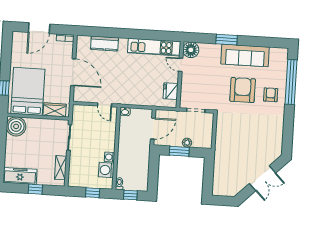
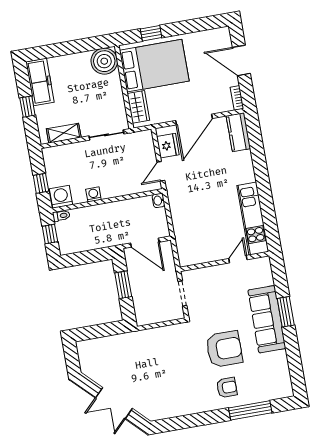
kitchen counter: (105, 44) -> (238, 132), moved
floor lamp: (191, 50) -> (261, 268), removed
sofa: (245, 55) -> (267, 319), moved
window: (291, 82) -> (250, 410), width x0.68
fridge: (171, 91) -> (168, 146), moved, turned 90
plant: (187, 143) -> (137, 292), removed
washing machine: (106, 170) -> (61, 197), moved

